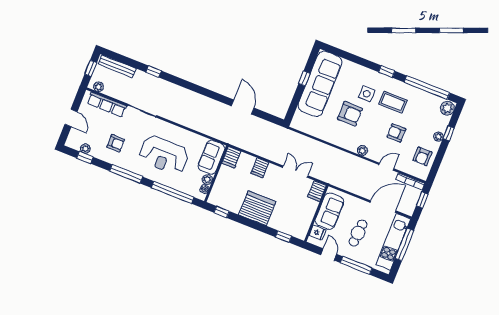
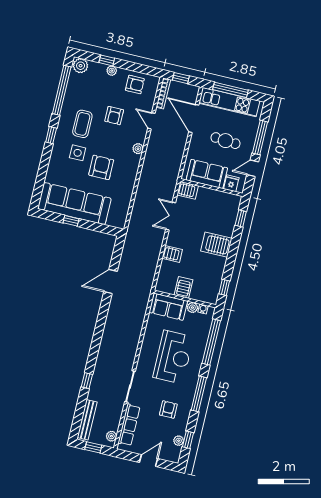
server rack: (231, 157) -> (184, 287), moved, turned -90
server rack: (257, 208) -> (216, 245), width x0.62

